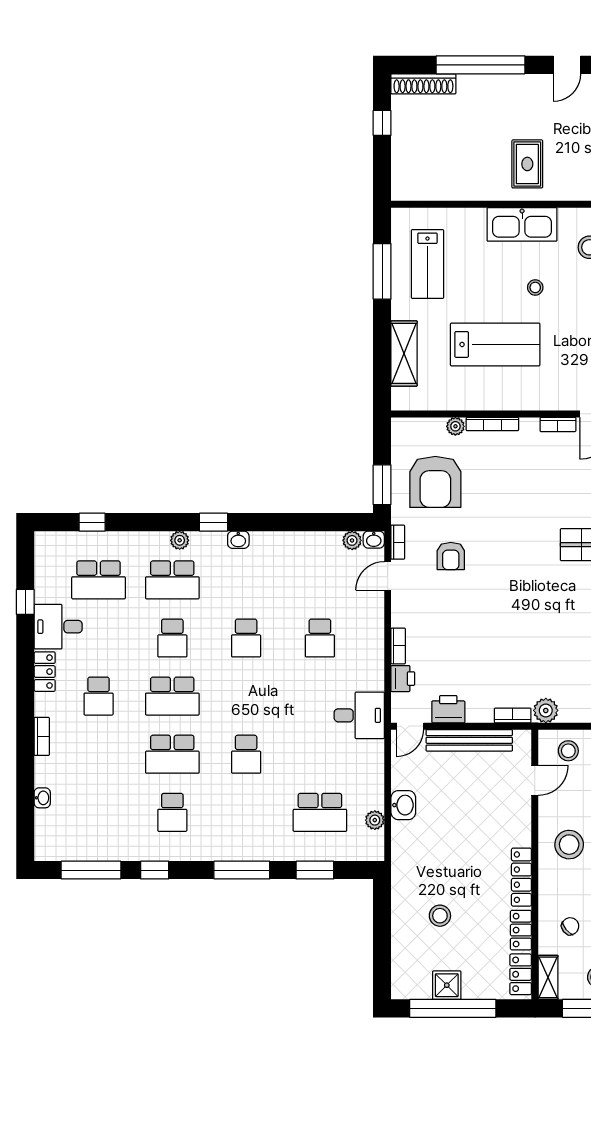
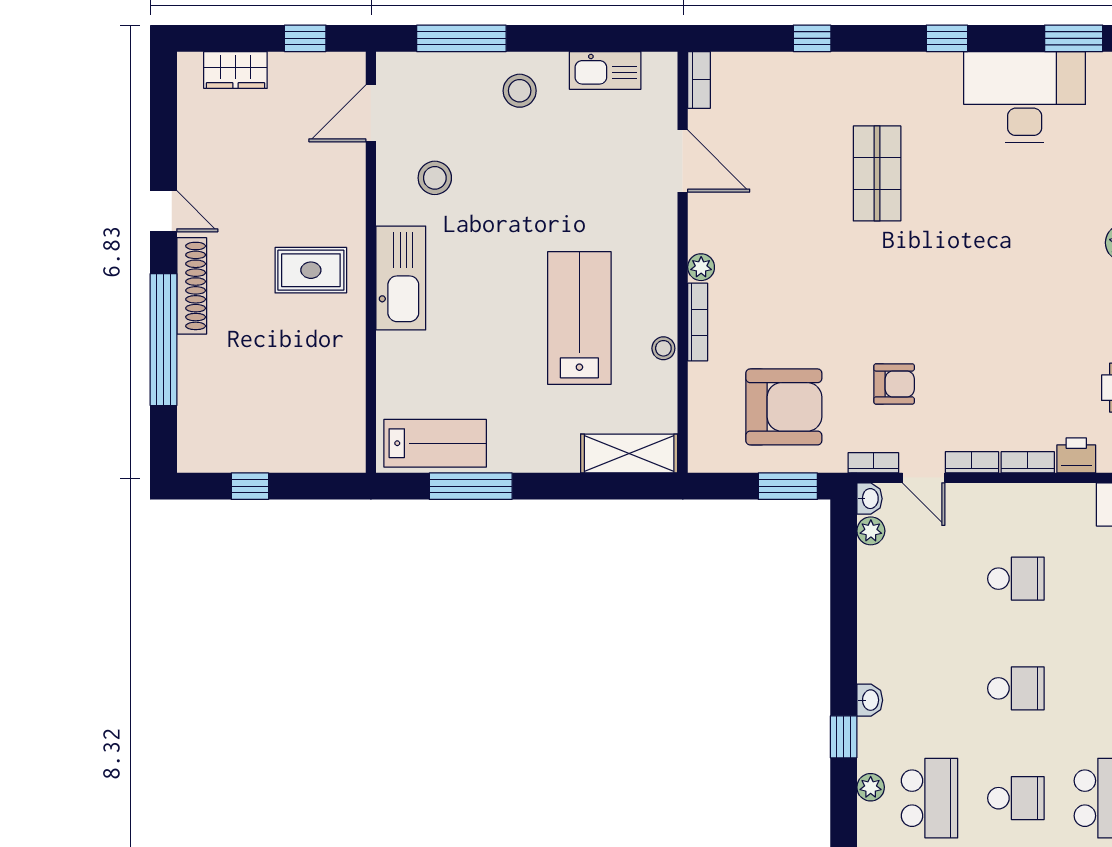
shoe rack: (423, 84) -> (192, 286), moved
lab bench: (427, 264) -> (435, 443), moved
stool: (535, 287) -> (663, 348), moved
shelving: (404, 353) -> (629, 453), moved
bookcase: (558, 424) -> (972, 462), moved, turned -90
plant: (455, 426) -> (701, 267), moved

